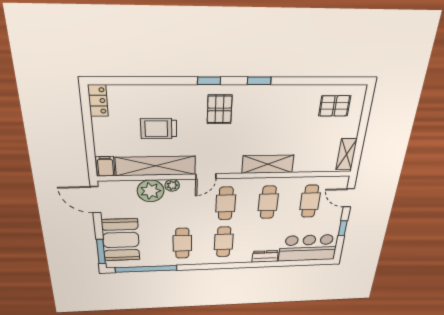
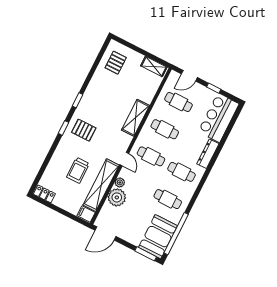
booth: (121, 240) -> (158, 237), moved, turned 90
dresser: (265, 256) -> (208, 154), width x1.44

